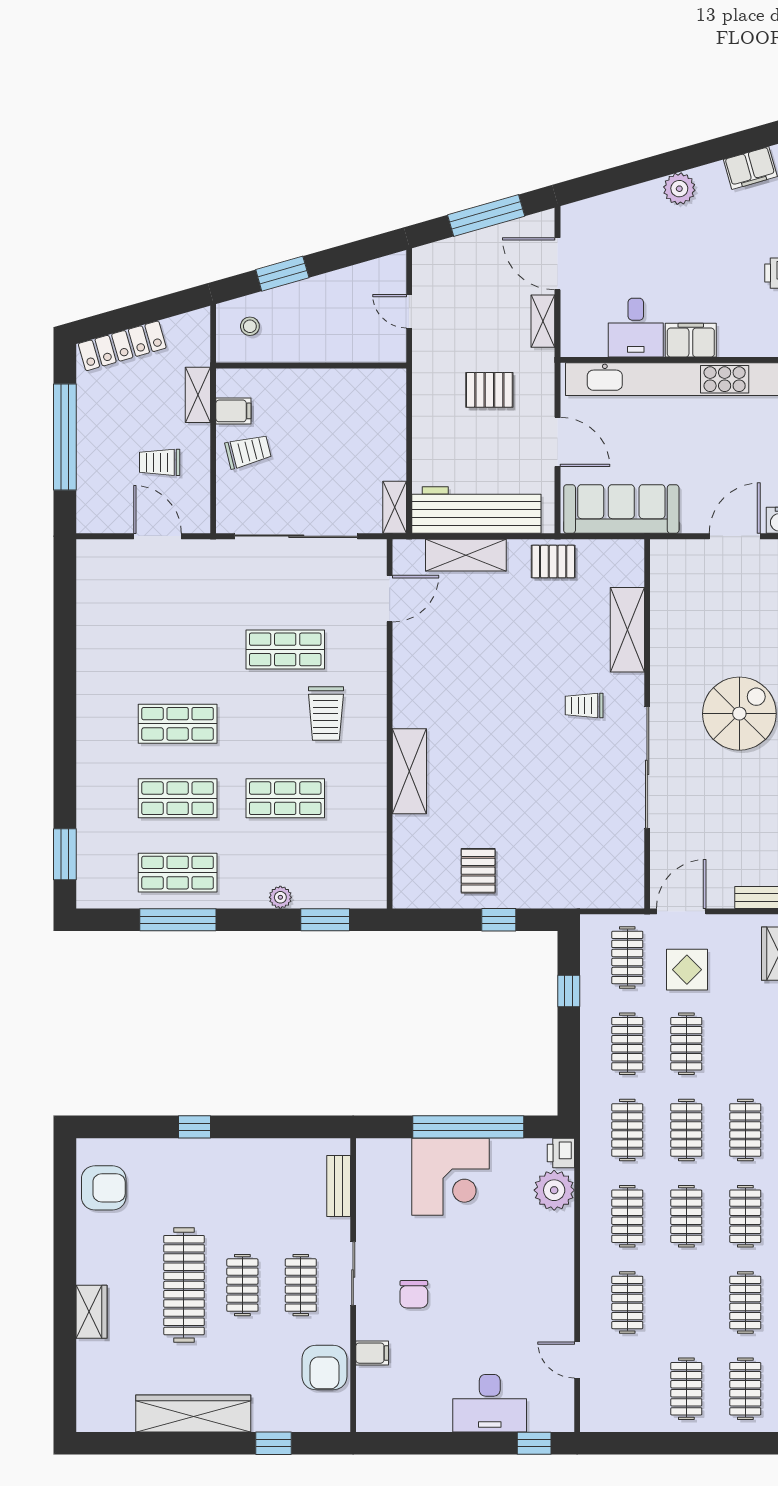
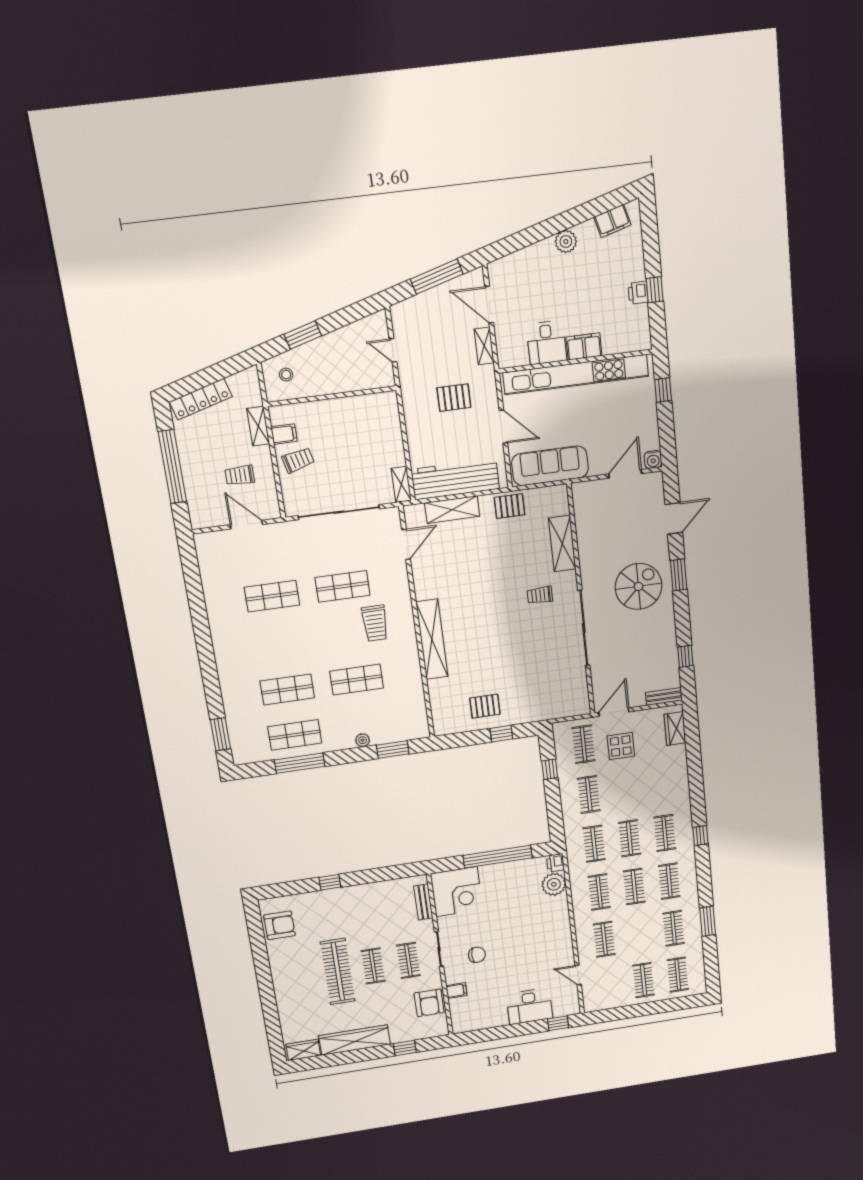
shop shelf: (178, 724) -> (272, 596), moved
shelving: (409, 771) -> (432, 639), width x1.47
pallet: (478, 871) -> (485, 706), turned 90
clothes rail: (686, 1044) -> (625, 789), removed
corner desk: (450, 1177) -> (457, 892), moved
chair: (414, 1294) -> (477, 955), turned -90
wardrobe: (91, 1312) -> (303, 1050), moved, turned -90

